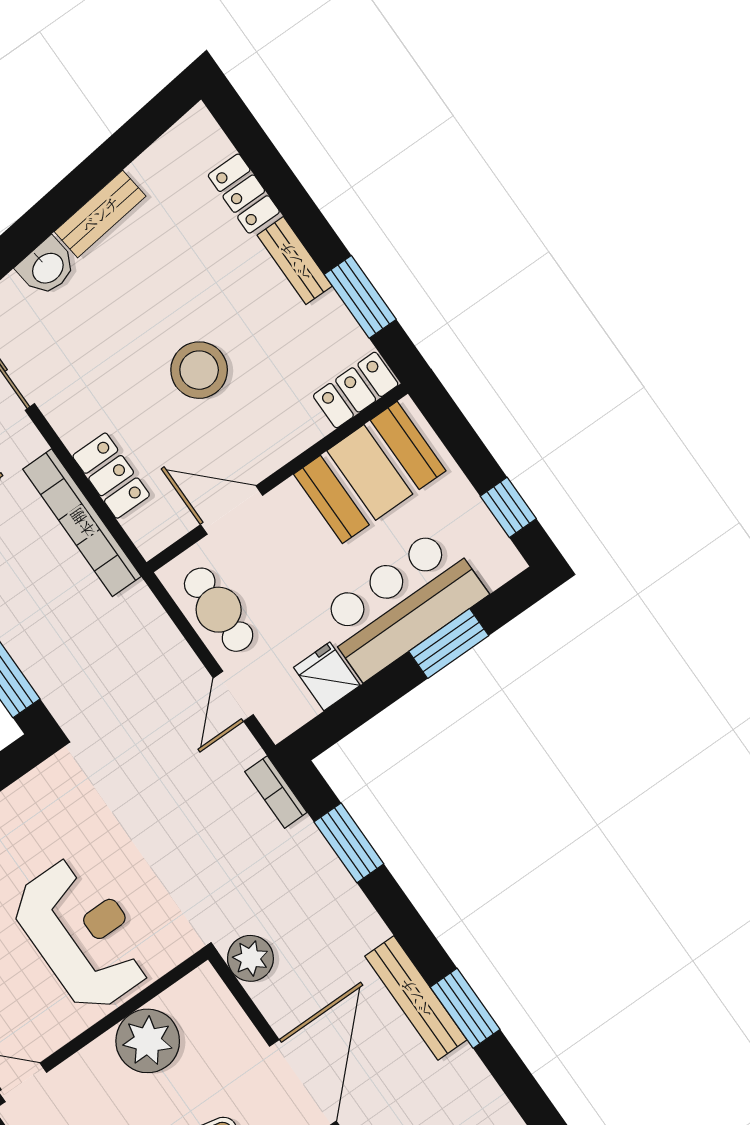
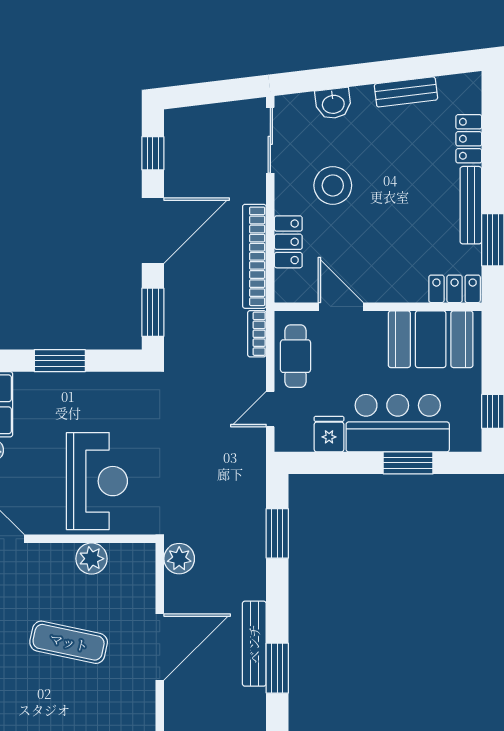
bench: (100, 214) -> (406, 92), moved
bench: (295, 261) -> (471, 205), width x1.36
stool: (199, 370) -> (333, 185), moved
bookcase: (276, 792) -> (257, 334), moved
plant: (148, 1041) -> (91, 559), width x0.73, depth x0.73

